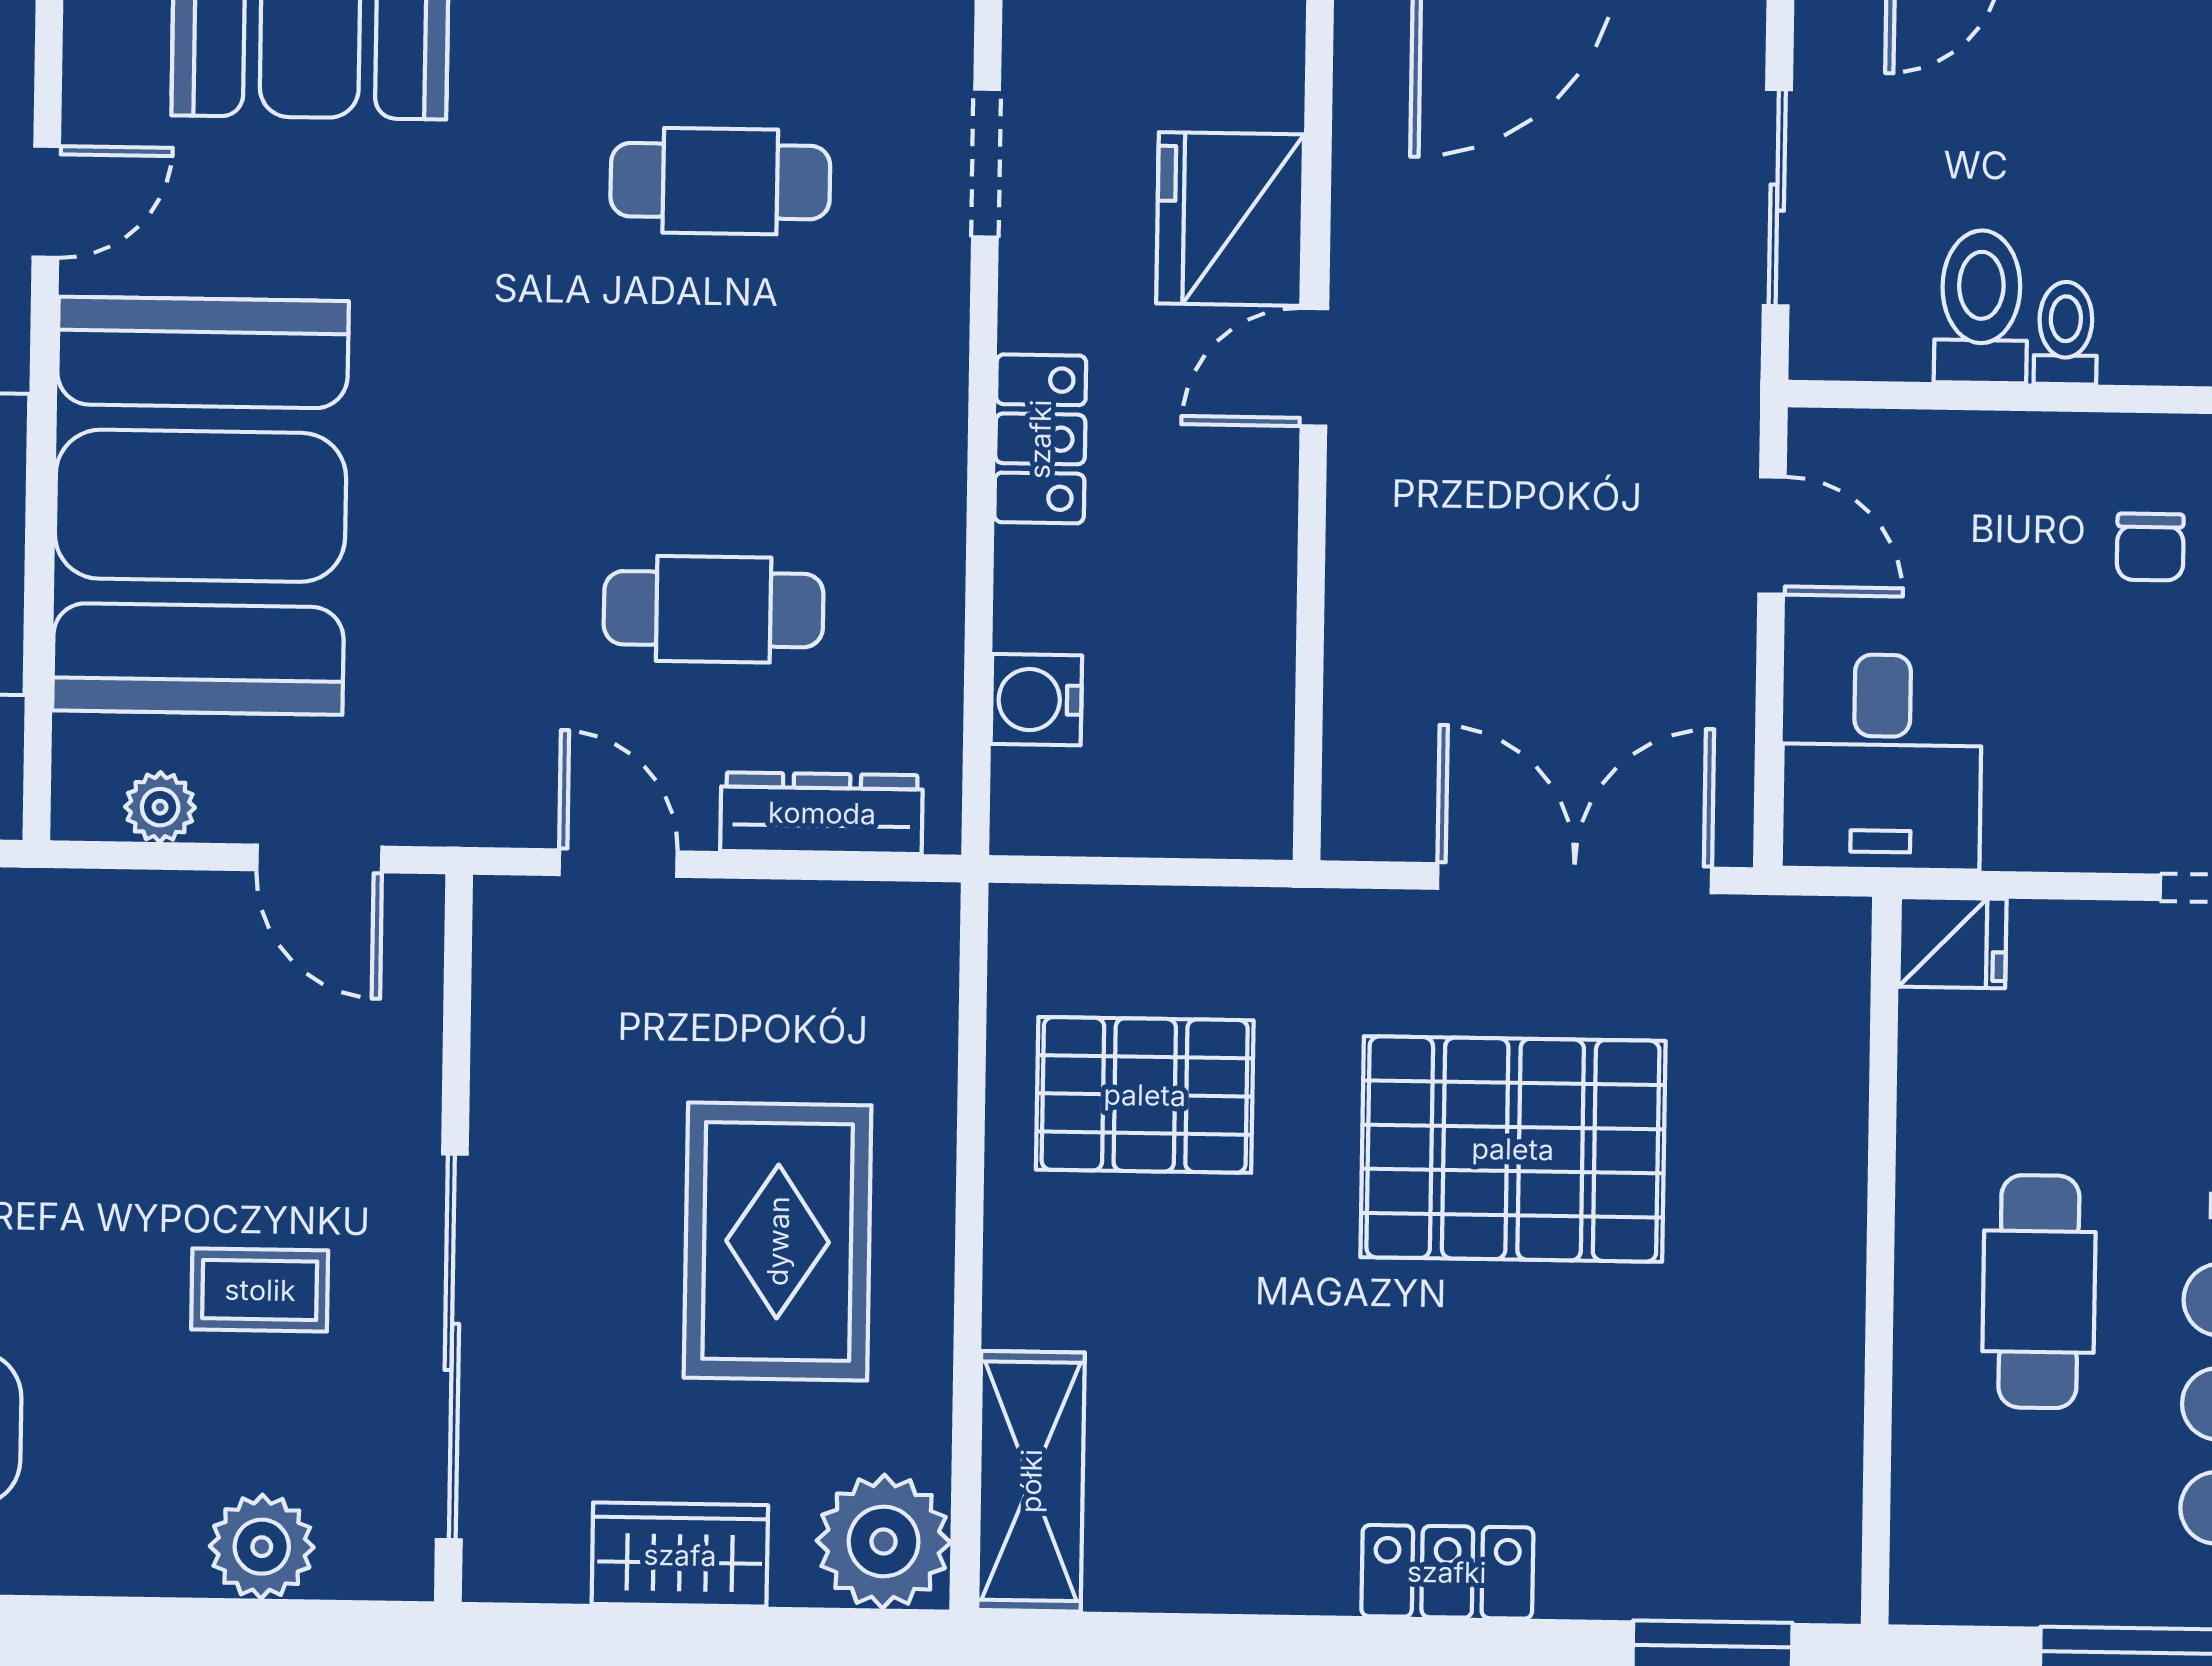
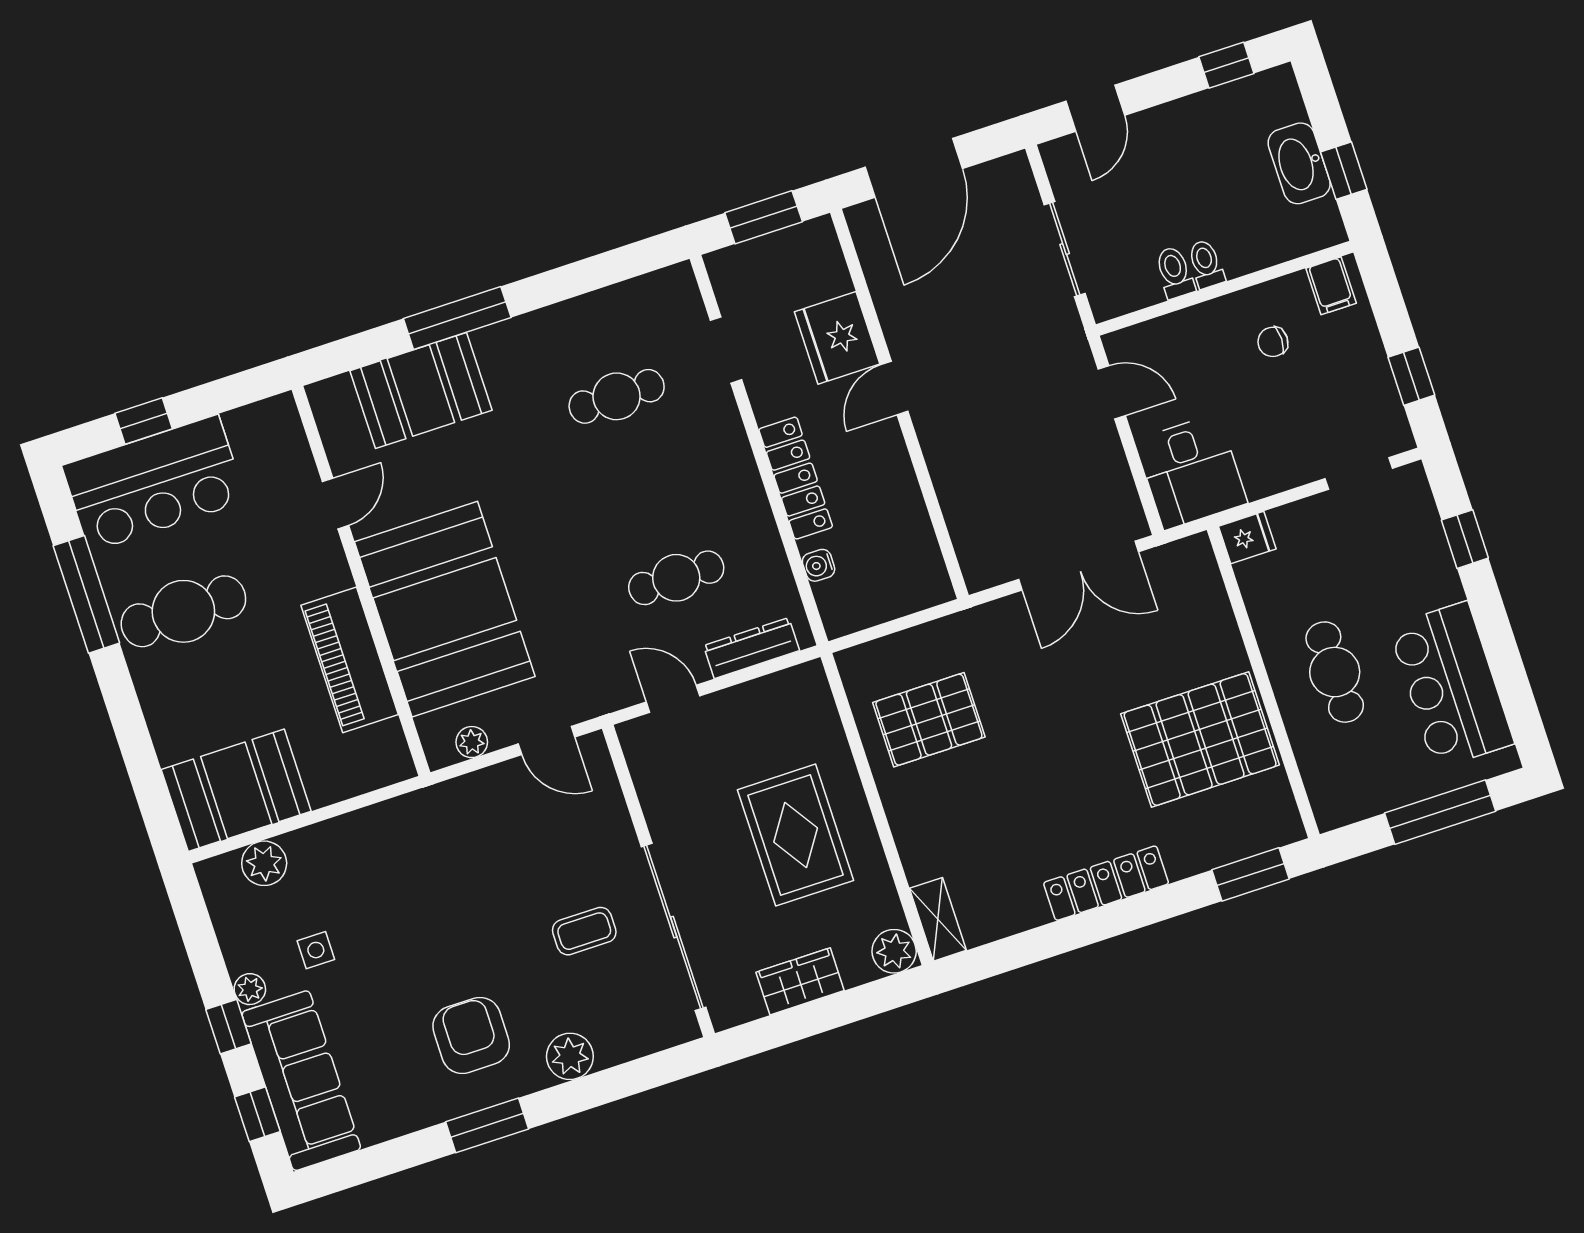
toilet: (1981, 307) -> (1175, 272), width x0.73, depth x0.72
locker: (1040, 439) -> (796, 478), width x1.53
chair: (2150, 547) -> (1273, 342), turned 90
water cooler: (1036, 700) -> (819, 565), width x0.72, depth x0.72
double door: (1575, 878) -> (1079, 566), swing flipped
pallet: (1513, 1149) -> (1200, 739), moved
shelving: (1031, 1481) -> (938, 919), width x0.67, depth x0.75
plant: (884, 1542) -> (894, 951), width x0.73, depth x0.73
plant: (262, 1547) -> (570, 1056), moved
locker: (1447, 1572) -> (1106, 883), width x1.53

